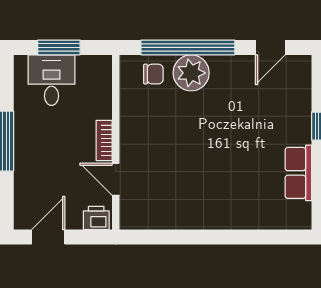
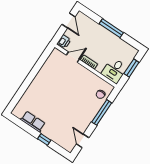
window: (188, 47) -> (102, 112), width x0.68
plant: (191, 73) -> (92, 108), removed
desk: (52, 80) -> (114, 70), moved, turned 90

